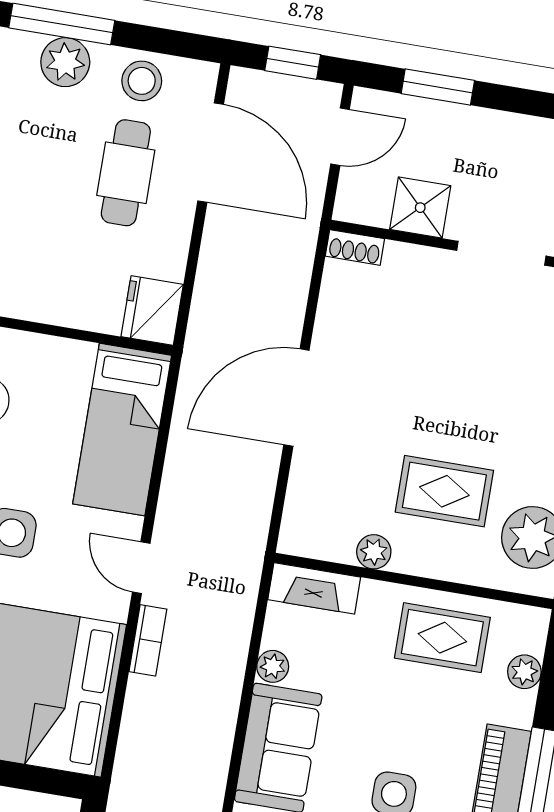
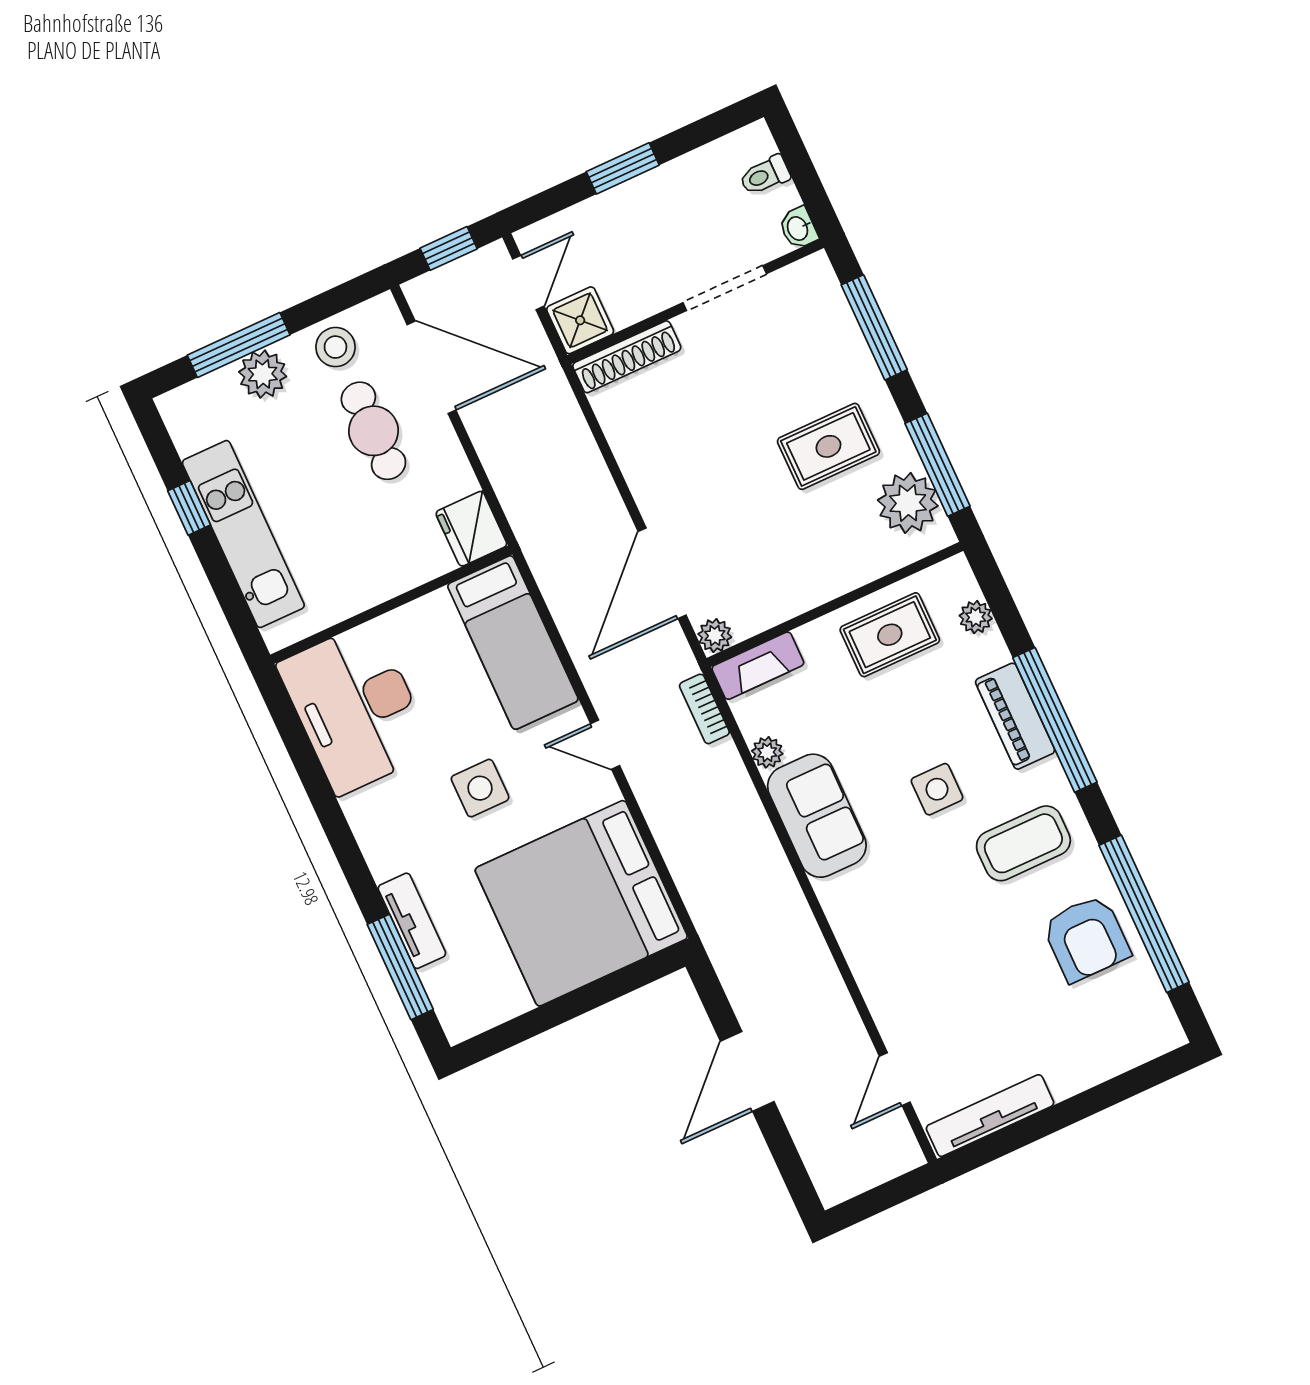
window: (438, 87) -> (623, 168), moved
shower: (420, 208) -> (580, 320), moved
shoe rack: (355, 247) -> (627, 357), width x1.94, depth x1.24
door: (296, 397) -> (662, 573), moved
rug: (444, 491) -> (828, 446), moved
plant: (374, 552) -> (715, 636), moved
bookcase: (148, 640) -> (704, 709), moved, turned 180

